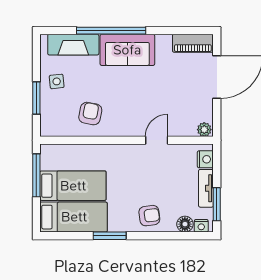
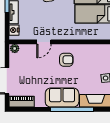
armchair: (90, 114) -> (66, 60), moved, turned -101

